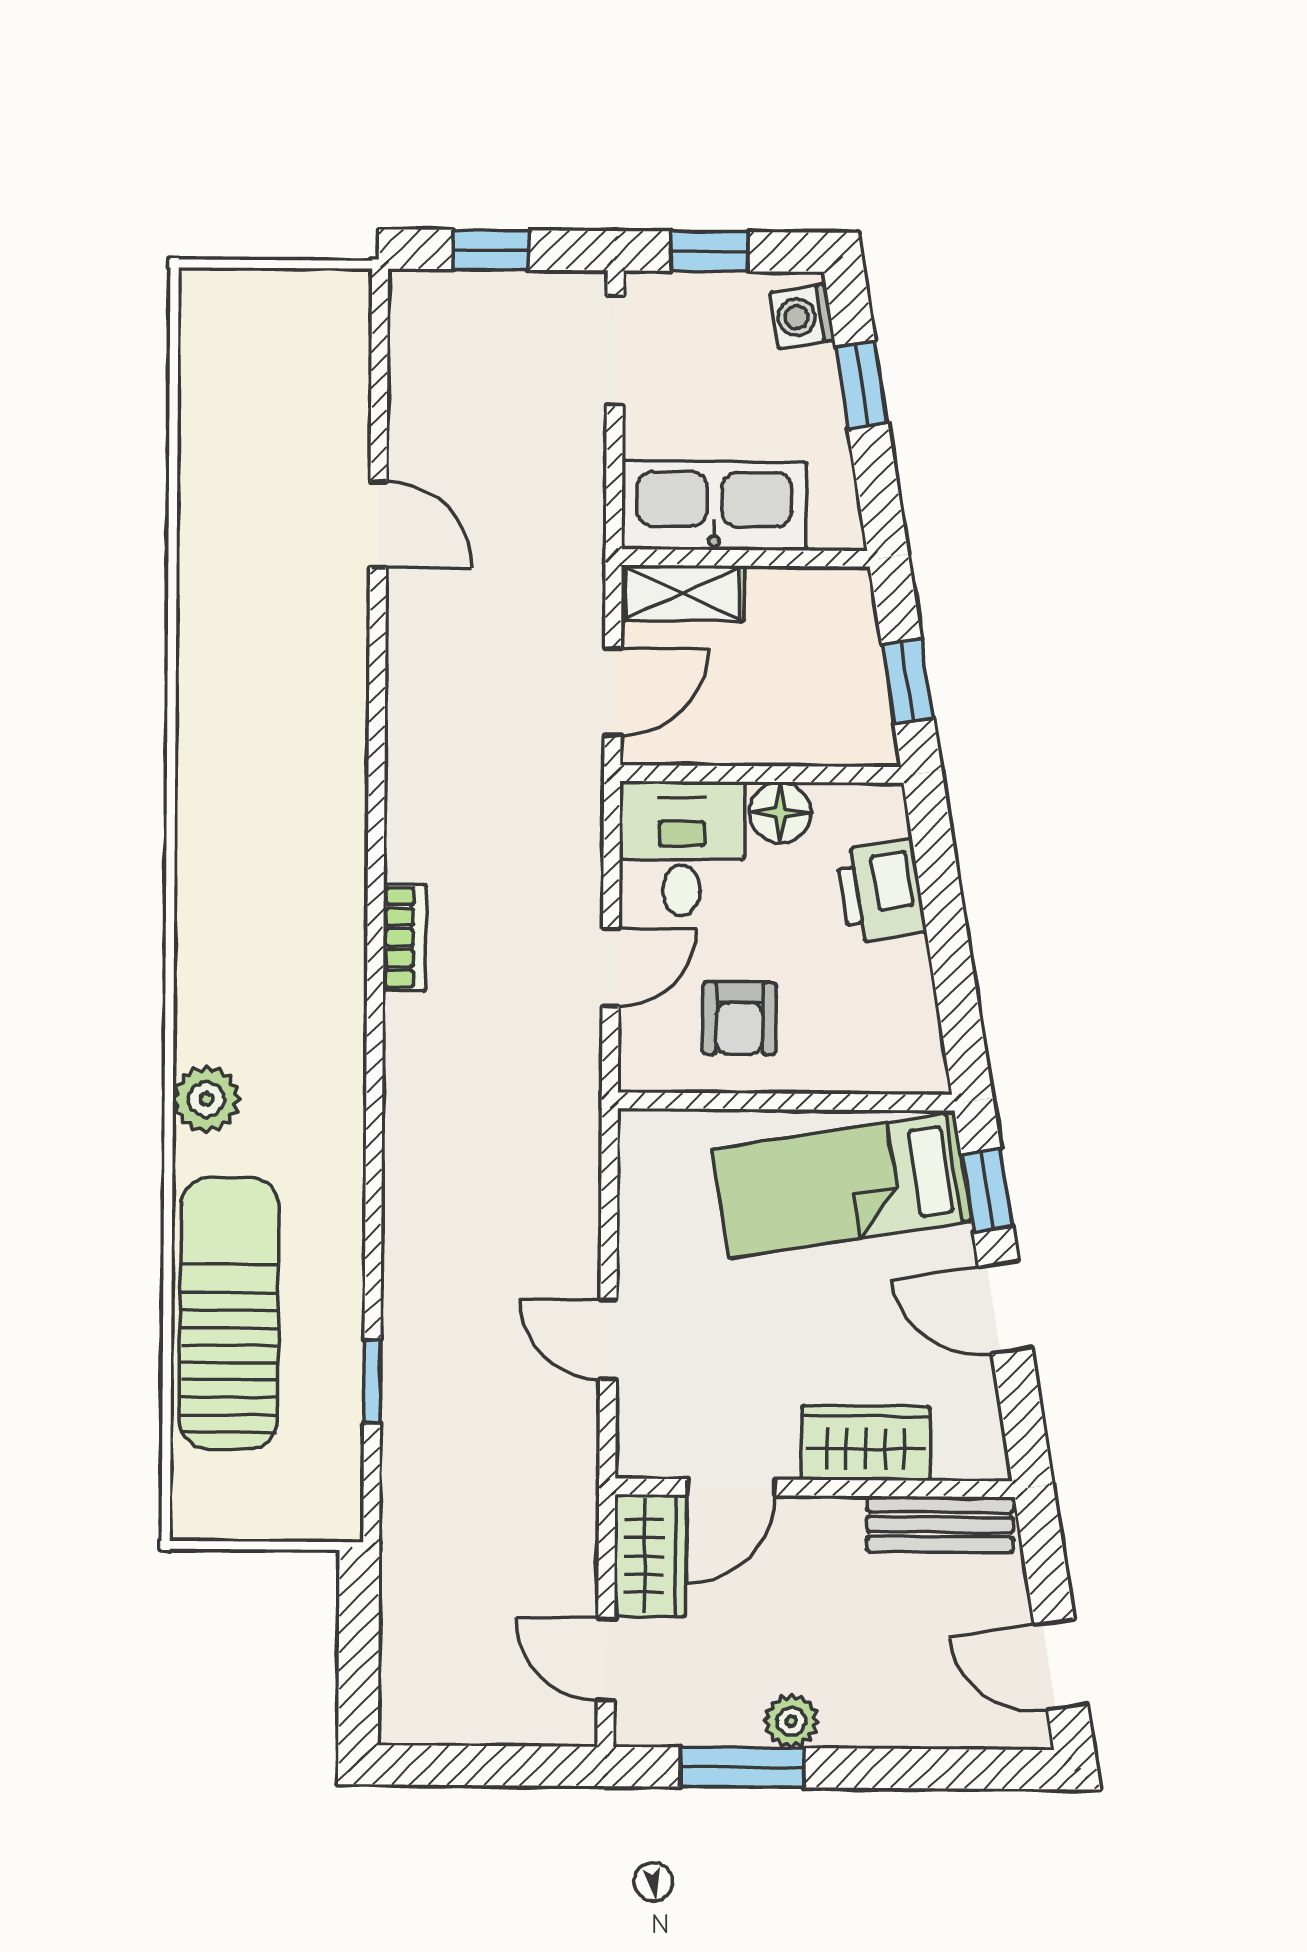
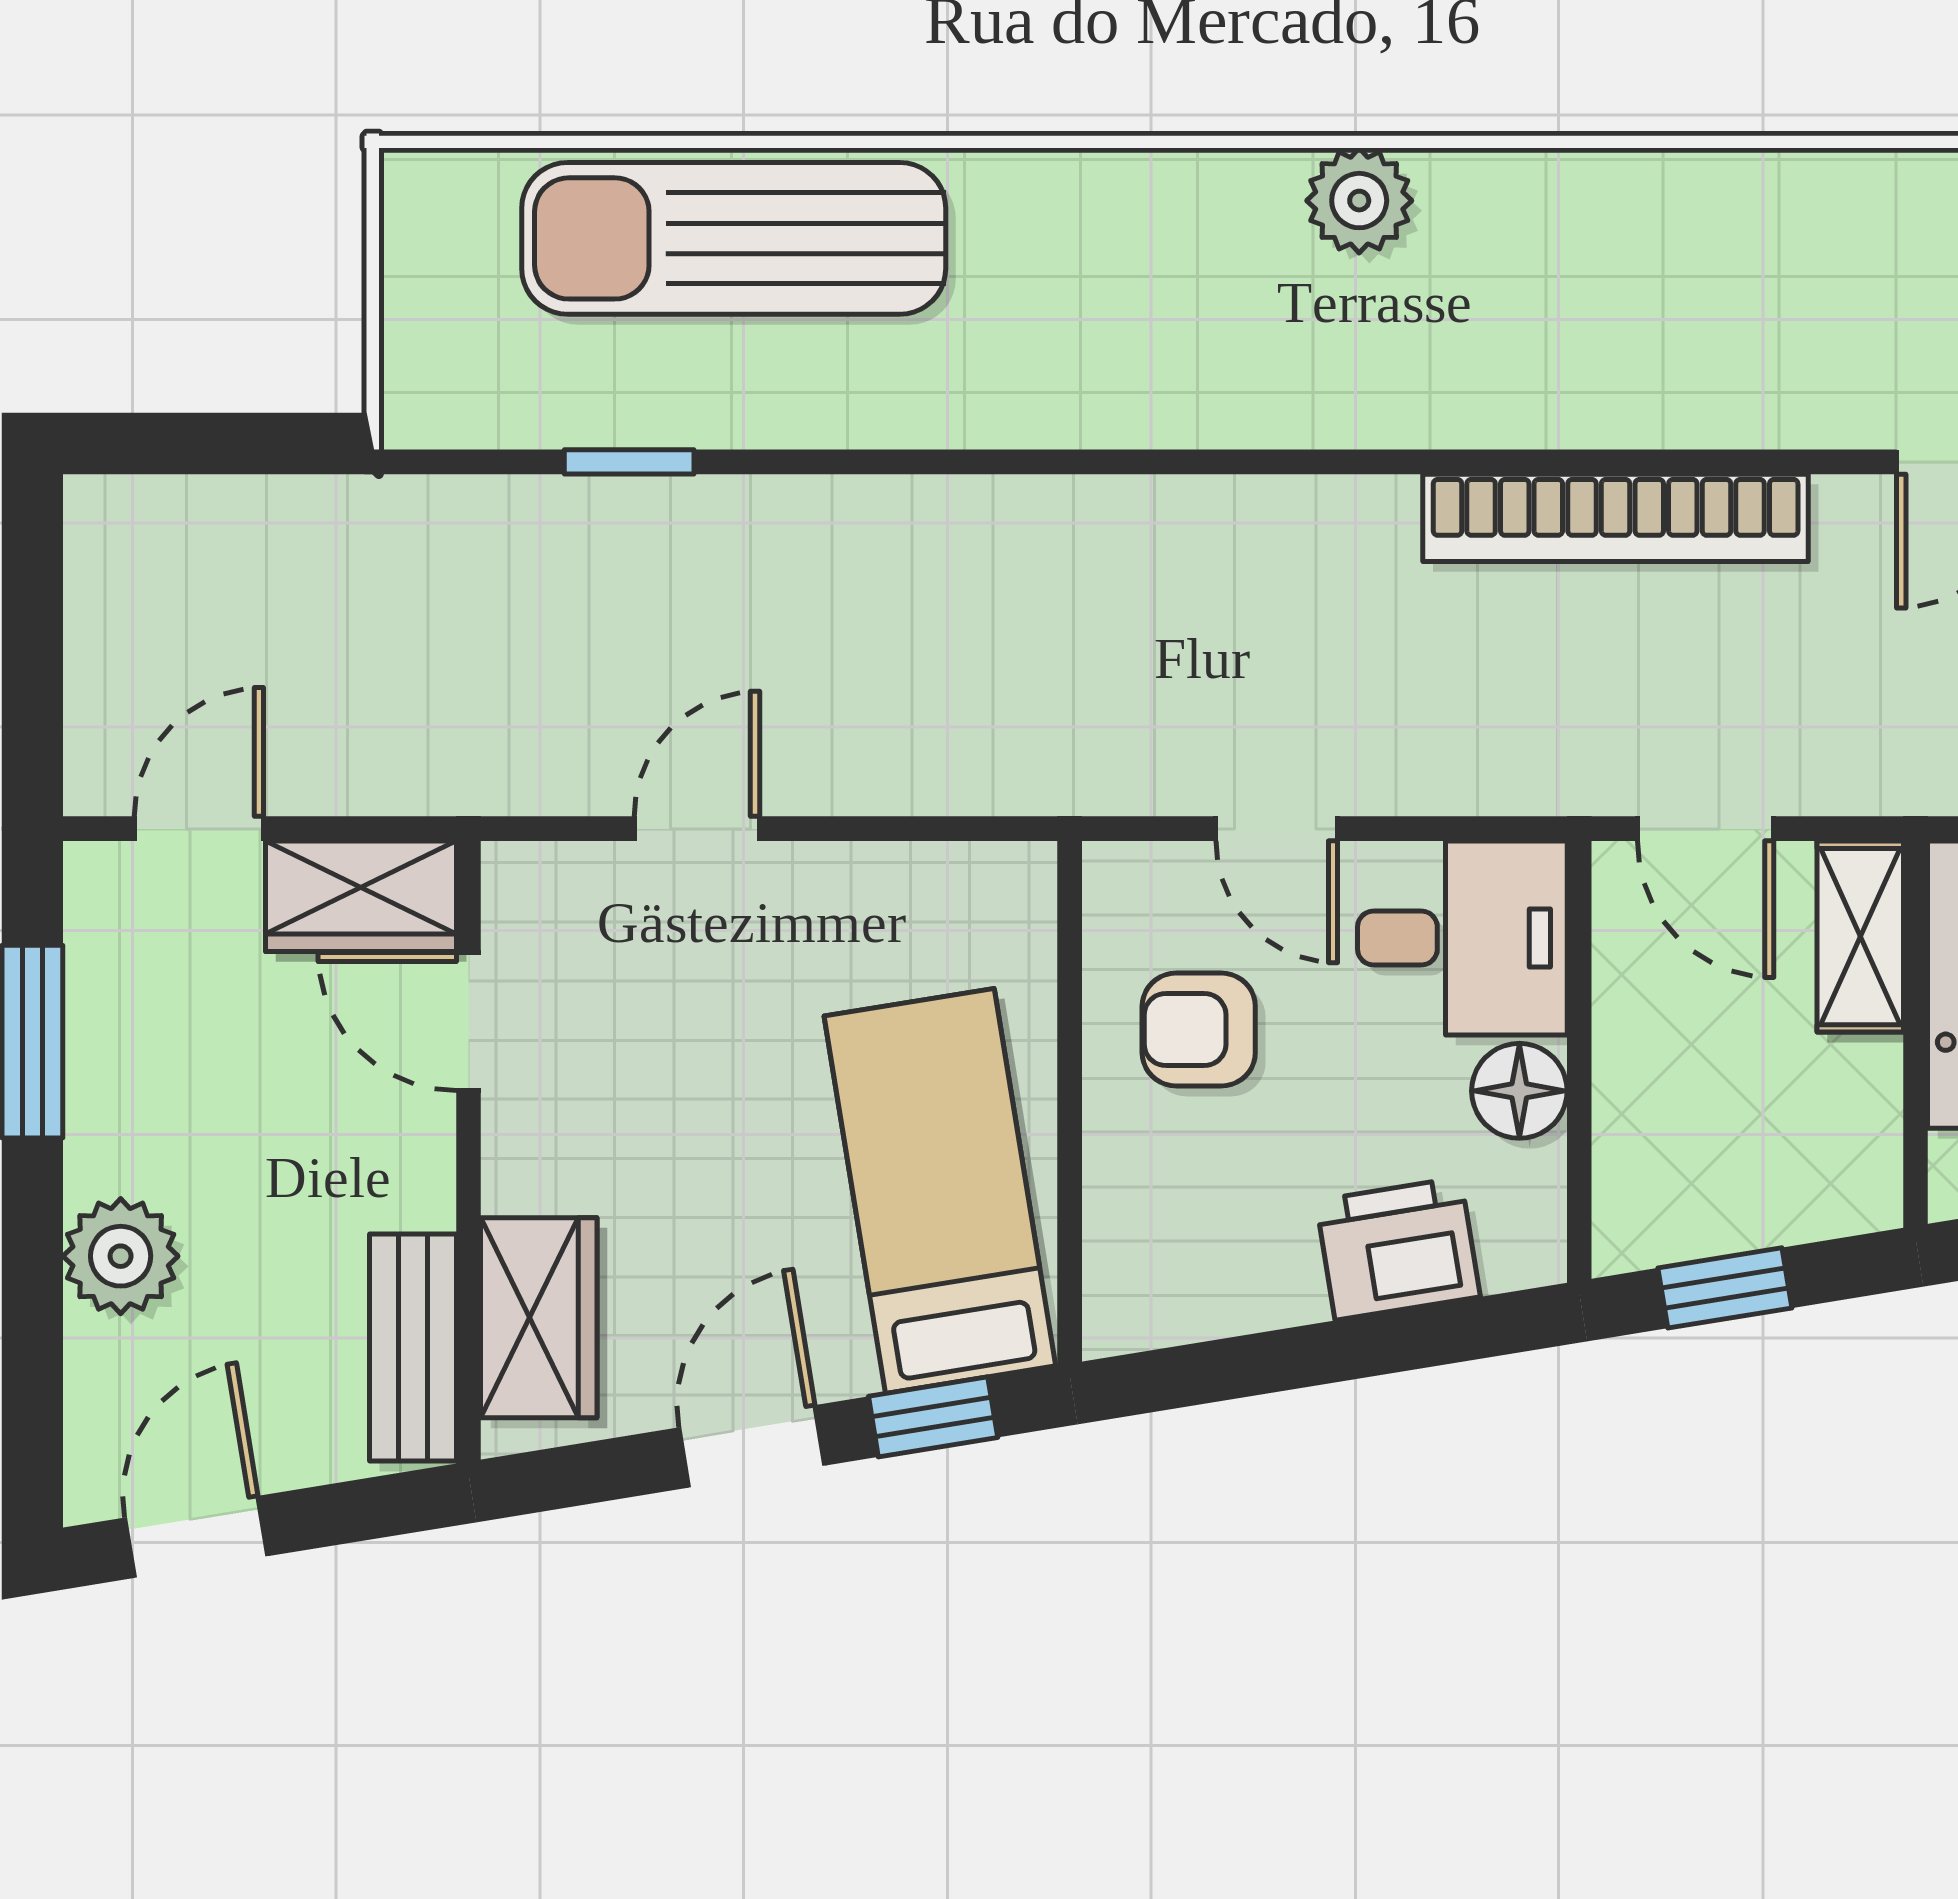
bookcase: (405, 938) -> (1616, 518), moved, width x2.31, depth x1.31
plant: (206, 1099) -> (1359, 201), moved
sun lounger: (229, 1313) -> (734, 238), turned 180
wardrobe: (866, 1443) -> (539, 1318), moved
plant: (791, 1721) -> (121, 1256), moved, width x1.38, depth x1.38

